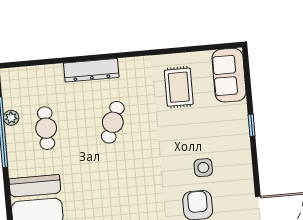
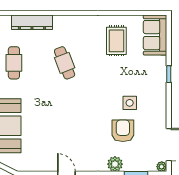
dresser: (91, 70) -> (32, 22), moved
cafe table: (113, 122) -> (65, 63), turned -42

